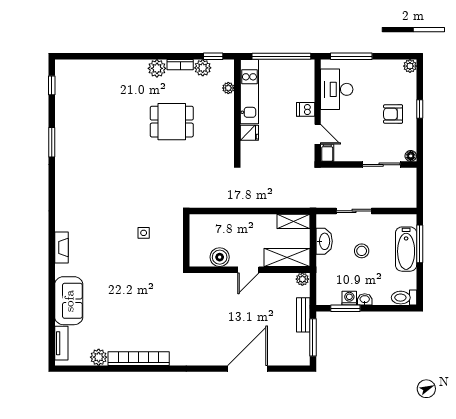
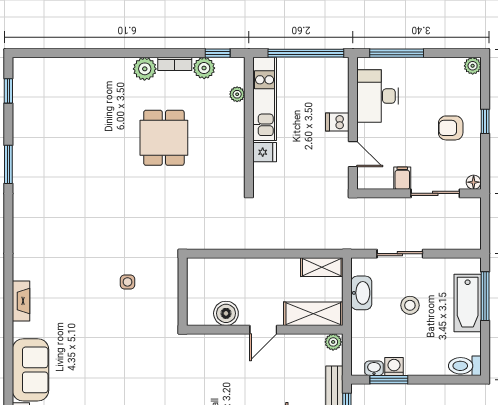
dining table: (172, 122) -> (164, 138), turned 90
filing cabinet: (327, 153) -> (402, 178), moved
washbasin: (365, 299) -> (374, 368), moved

